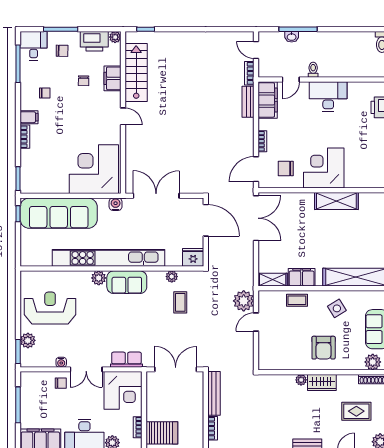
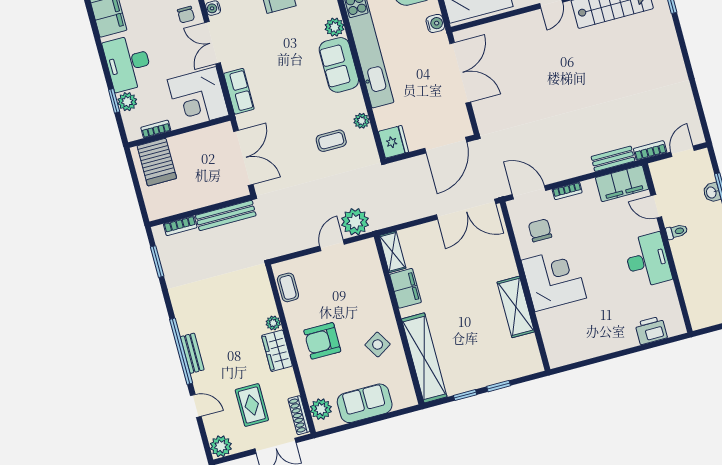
coffee table: (297, 300) -> (288, 287), moved
door: (256, 322) -> (332, 245), hinge flipped

